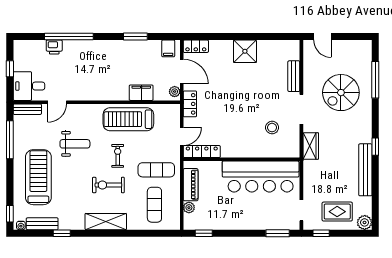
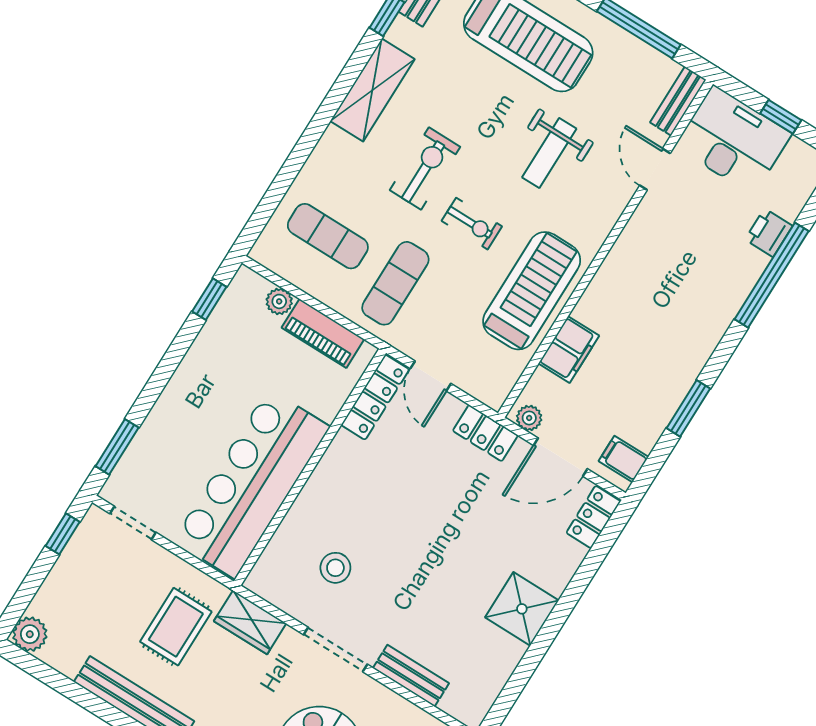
desk: (29, 86) -> (733, 140), width x1.37
rug: (337, 212) -> (176, 627), moved
shelving: (106, 222) -> (372, 90), moved

